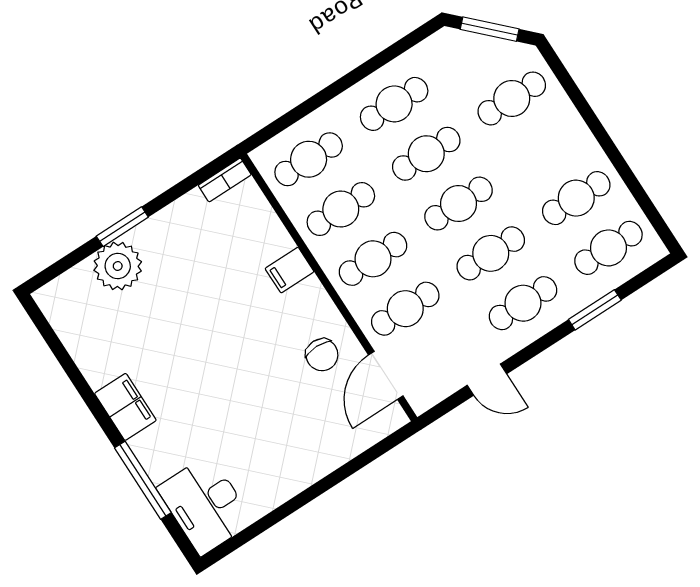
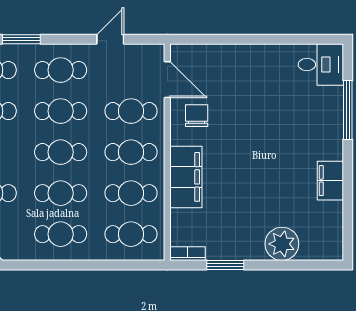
window: (122, 227) -> (225, 265), moved
filing cabinet: (290, 270) -> (186, 177), width x3.00, depth x1.17
door: (386, 375) -> (167, 80), hinge flipped
door: (487, 380) -> (110, 39), hinge flipped
filing cabinet: (125, 407) -> (330, 181), moved
desk: (205, 505) -> (321, 64), width x0.73

